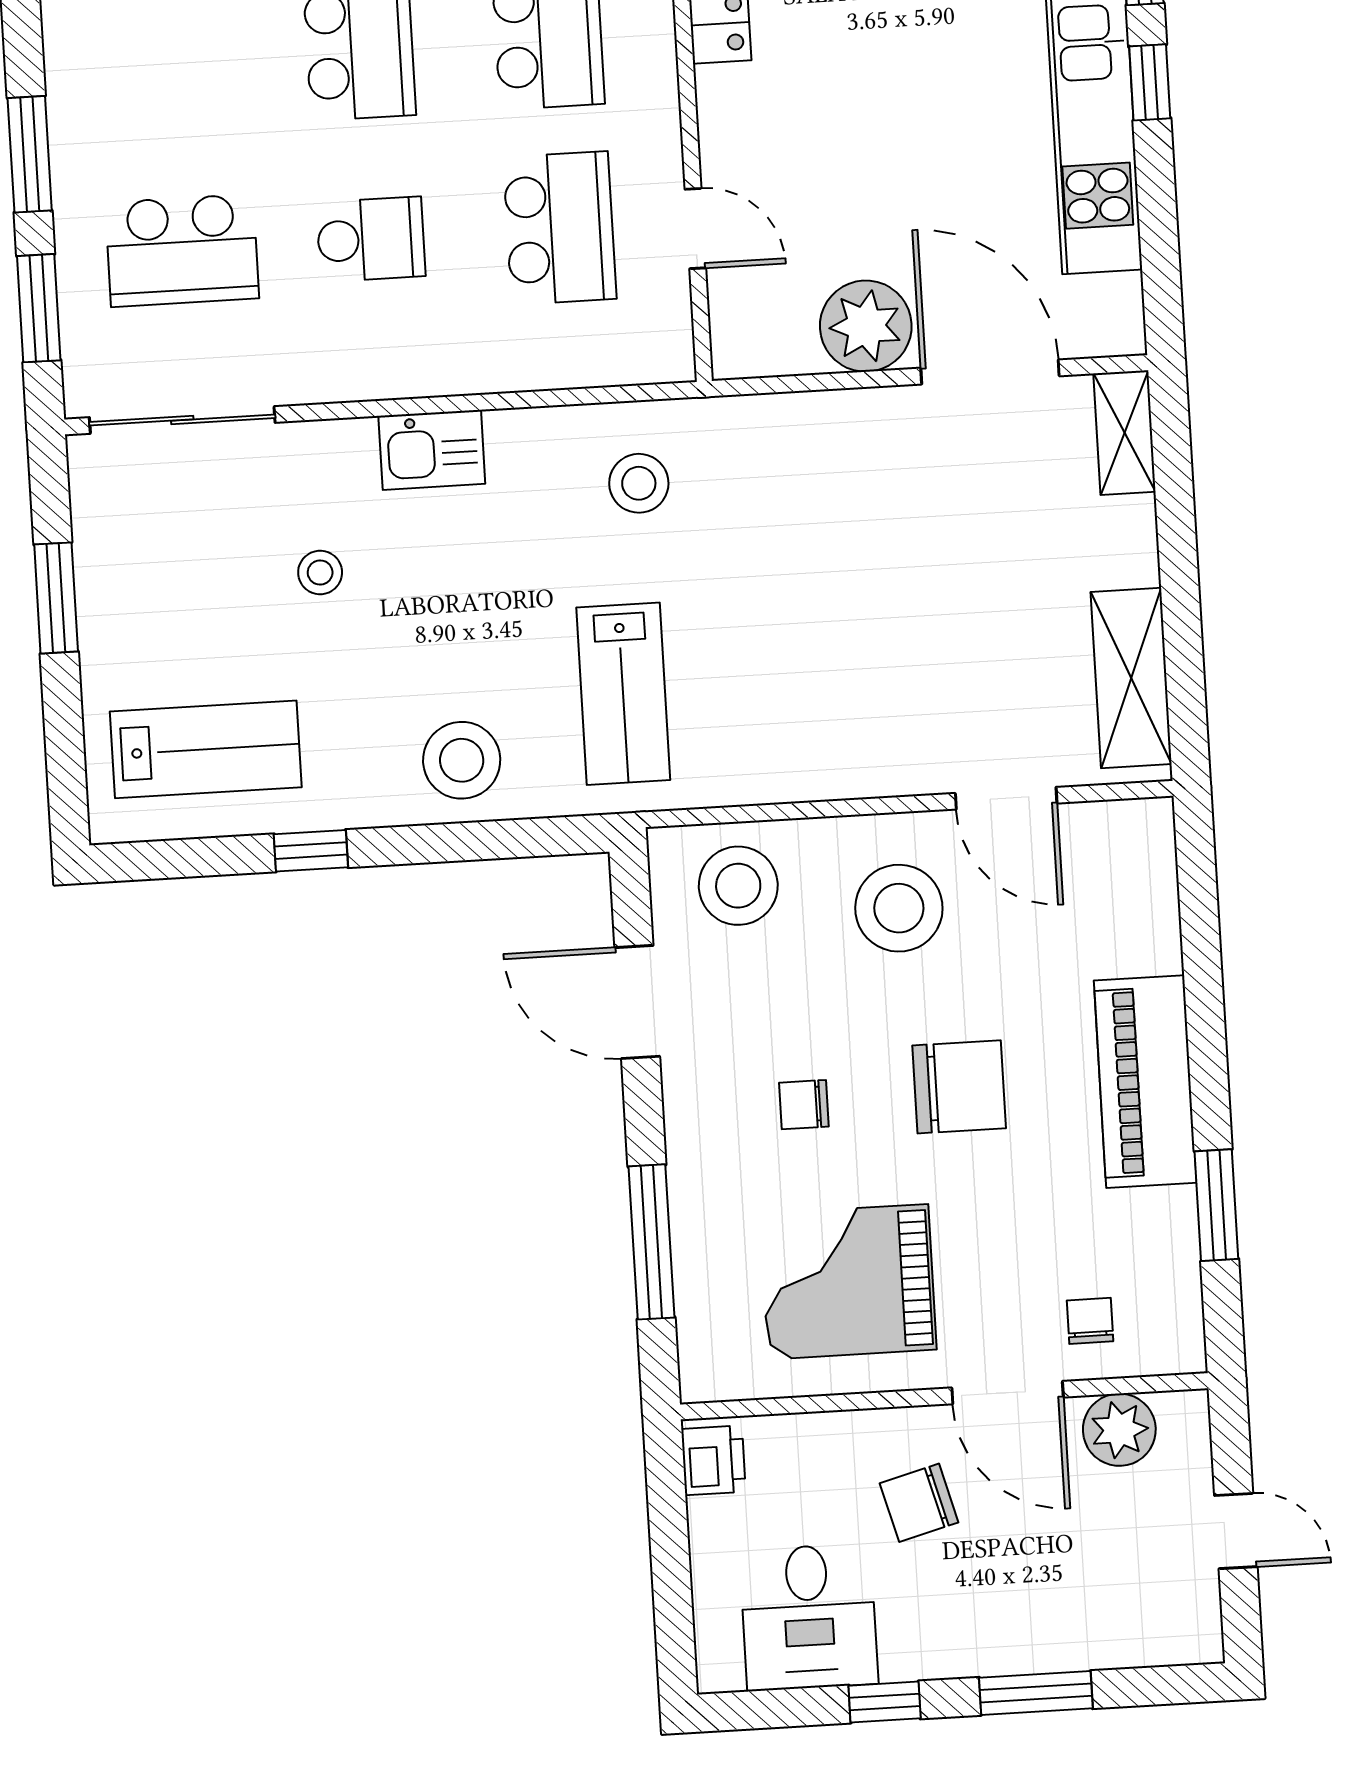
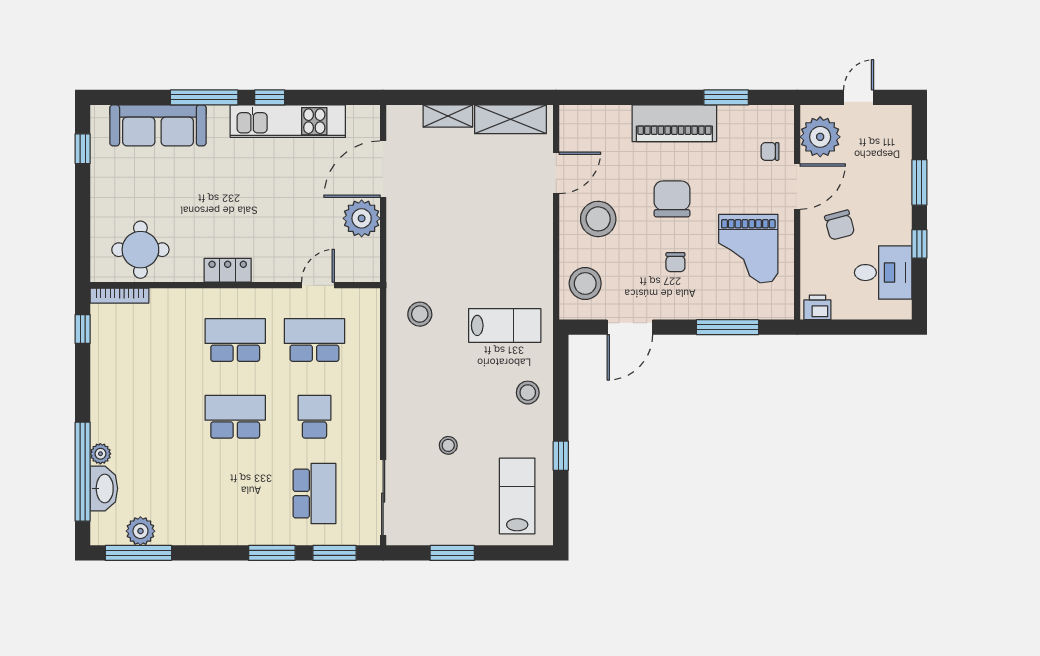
shelving: (1124, 433) -> (448, 116), moved
kitchen sink: (432, 450) -> (401, 397), removed
stool: (462, 760) -> (528, 393), width x0.73, depth x0.73
plant: (1119, 1430) -> (820, 137), width x1.36, depth x1.36

